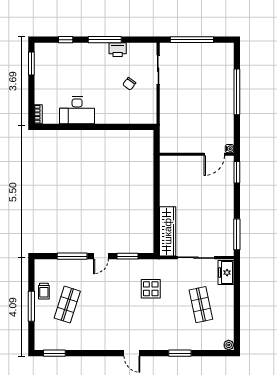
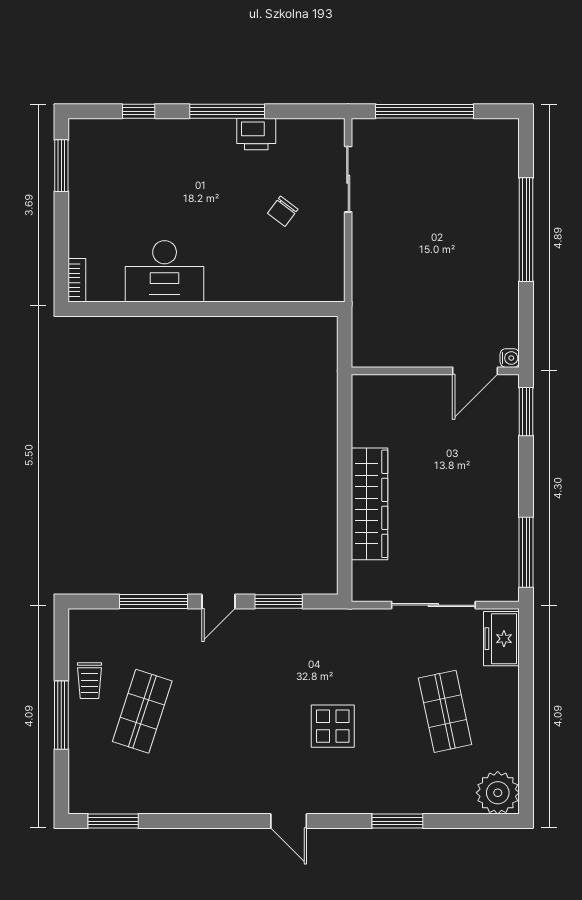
wardrobe: (168, 231) -> (370, 504), moved
display table: (151, 289) -> (333, 726), moved
plant: (229, 345) -> (498, 793), width x1.88, depth x1.88

